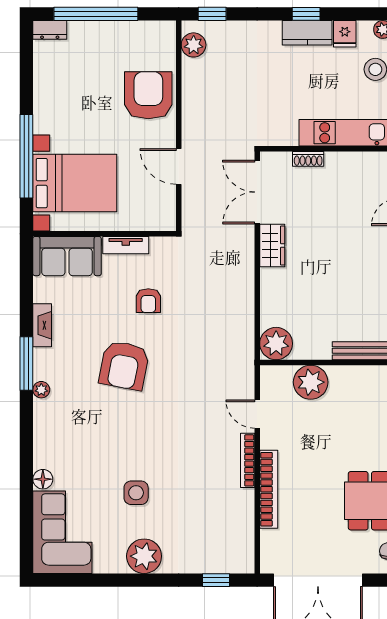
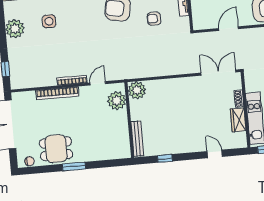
wardrobe: (272, 246) -> (238, 120), moved, turned 90
plant: (311, 382) -> (117, 101), moved

